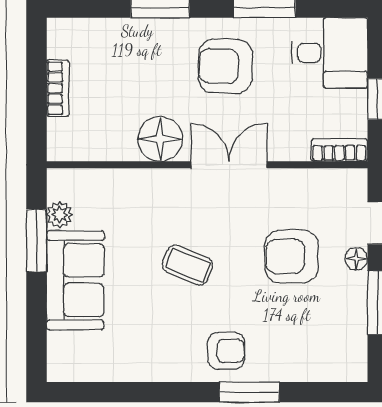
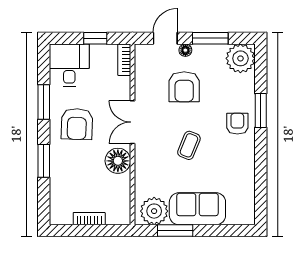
plant: (60, 215) -> (154, 211), width x1.88, depth x1.88
plant: (342, 356) -> (240, 58), added

